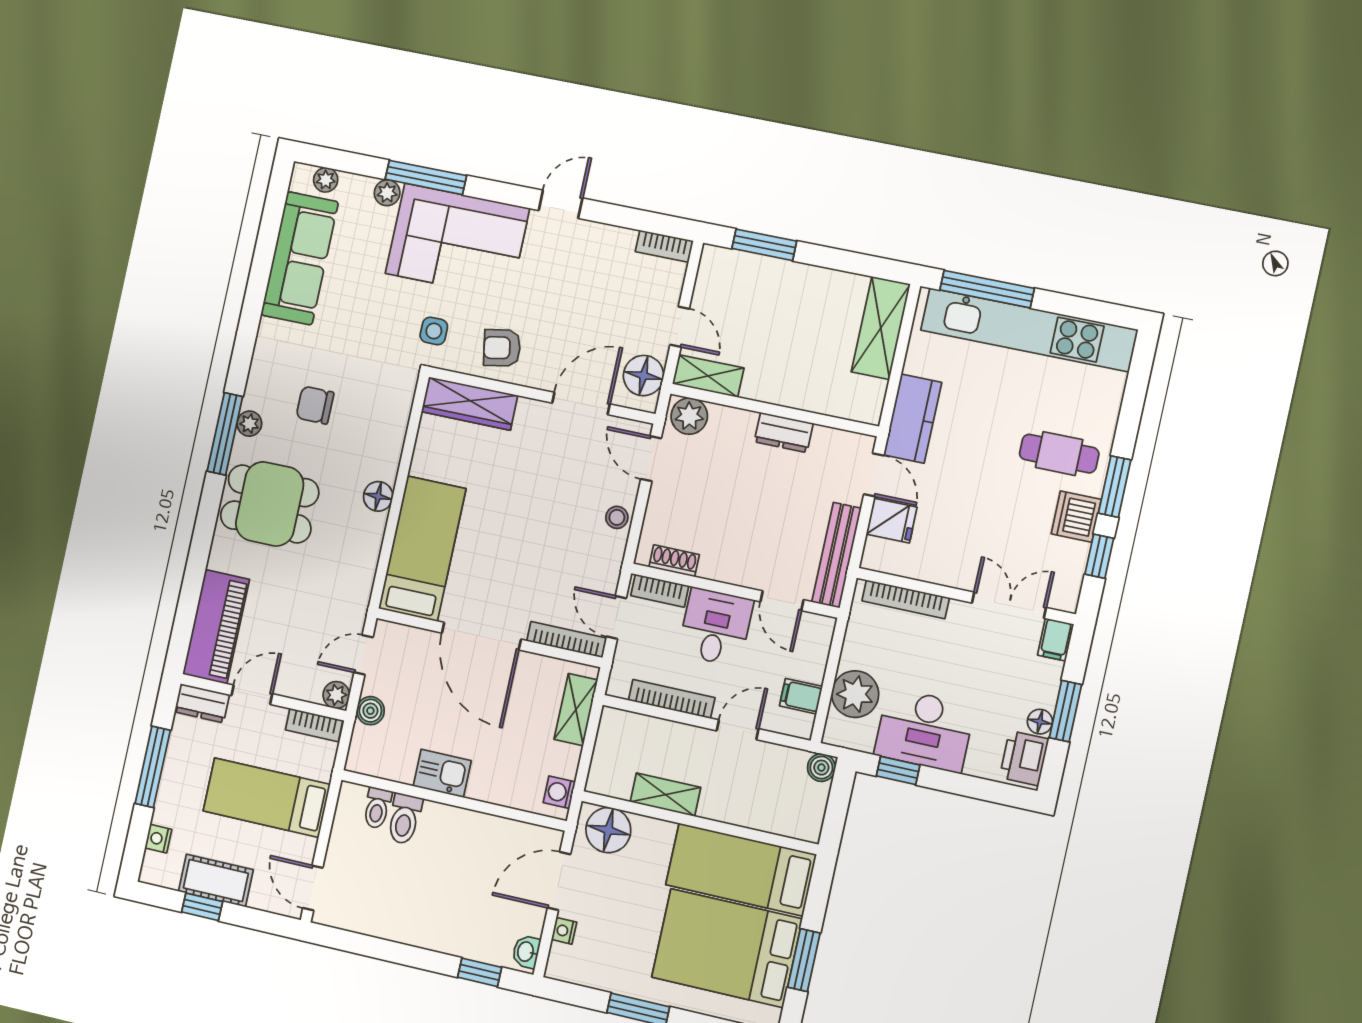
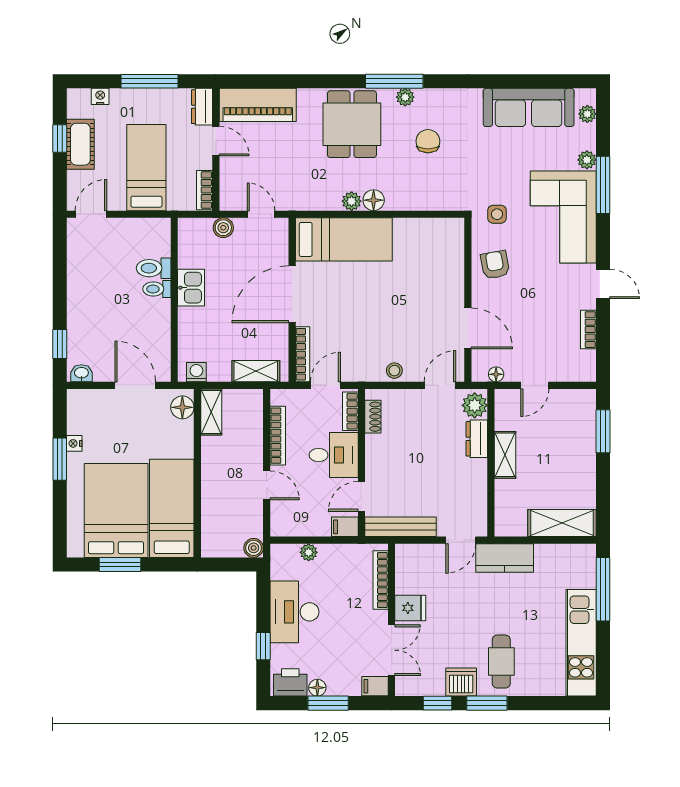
bookcase: (664, 246) -> (588, 330), moved
kitchen unit: (1029, 330) -> (581, 643), width x0.73
floor lamp: (643, 376) -> (496, 374), width x0.53, depth x0.53
shelving: (708, 376) -> (505, 455), moved
wardrobe: (470, 403) -> (452, 250), removed
dresser: (784, 433) -> (477, 439), moved
fridge: (892, 521) -> (410, 608), moved, turned -90
plant: (855, 694) -> (309, 552), width x0.53, depth x0.53
plant: (336, 695) -> (352, 201), moved
filing cabinet: (801, 696) -> (345, 527), moved, turned -90
window: (898, 770) -> (263, 646), moved
shelving: (665, 795) -> (211, 412), moved
toilet: (377, 808) -> (157, 289), moved
floor lamp: (608, 830) -> (182, 407), width x0.73, depth x0.73
nightstand: (564, 931) -> (74, 443), moved, turned -90

